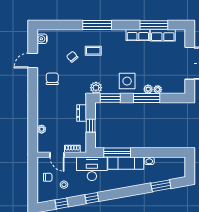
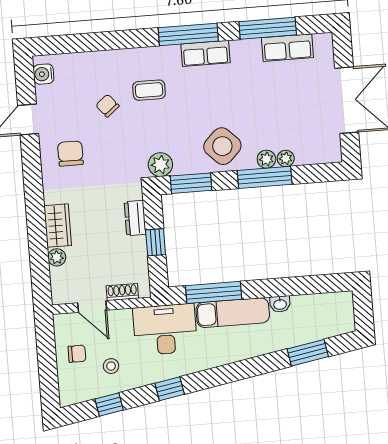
window: (97, 25) -> (188, 34), moved
row of seats: (138, 35) -> (205, 53), moved
side table: (127, 81) -> (222, 146), turned 45
wardrobe: (43, 114) -> (58, 226), added

